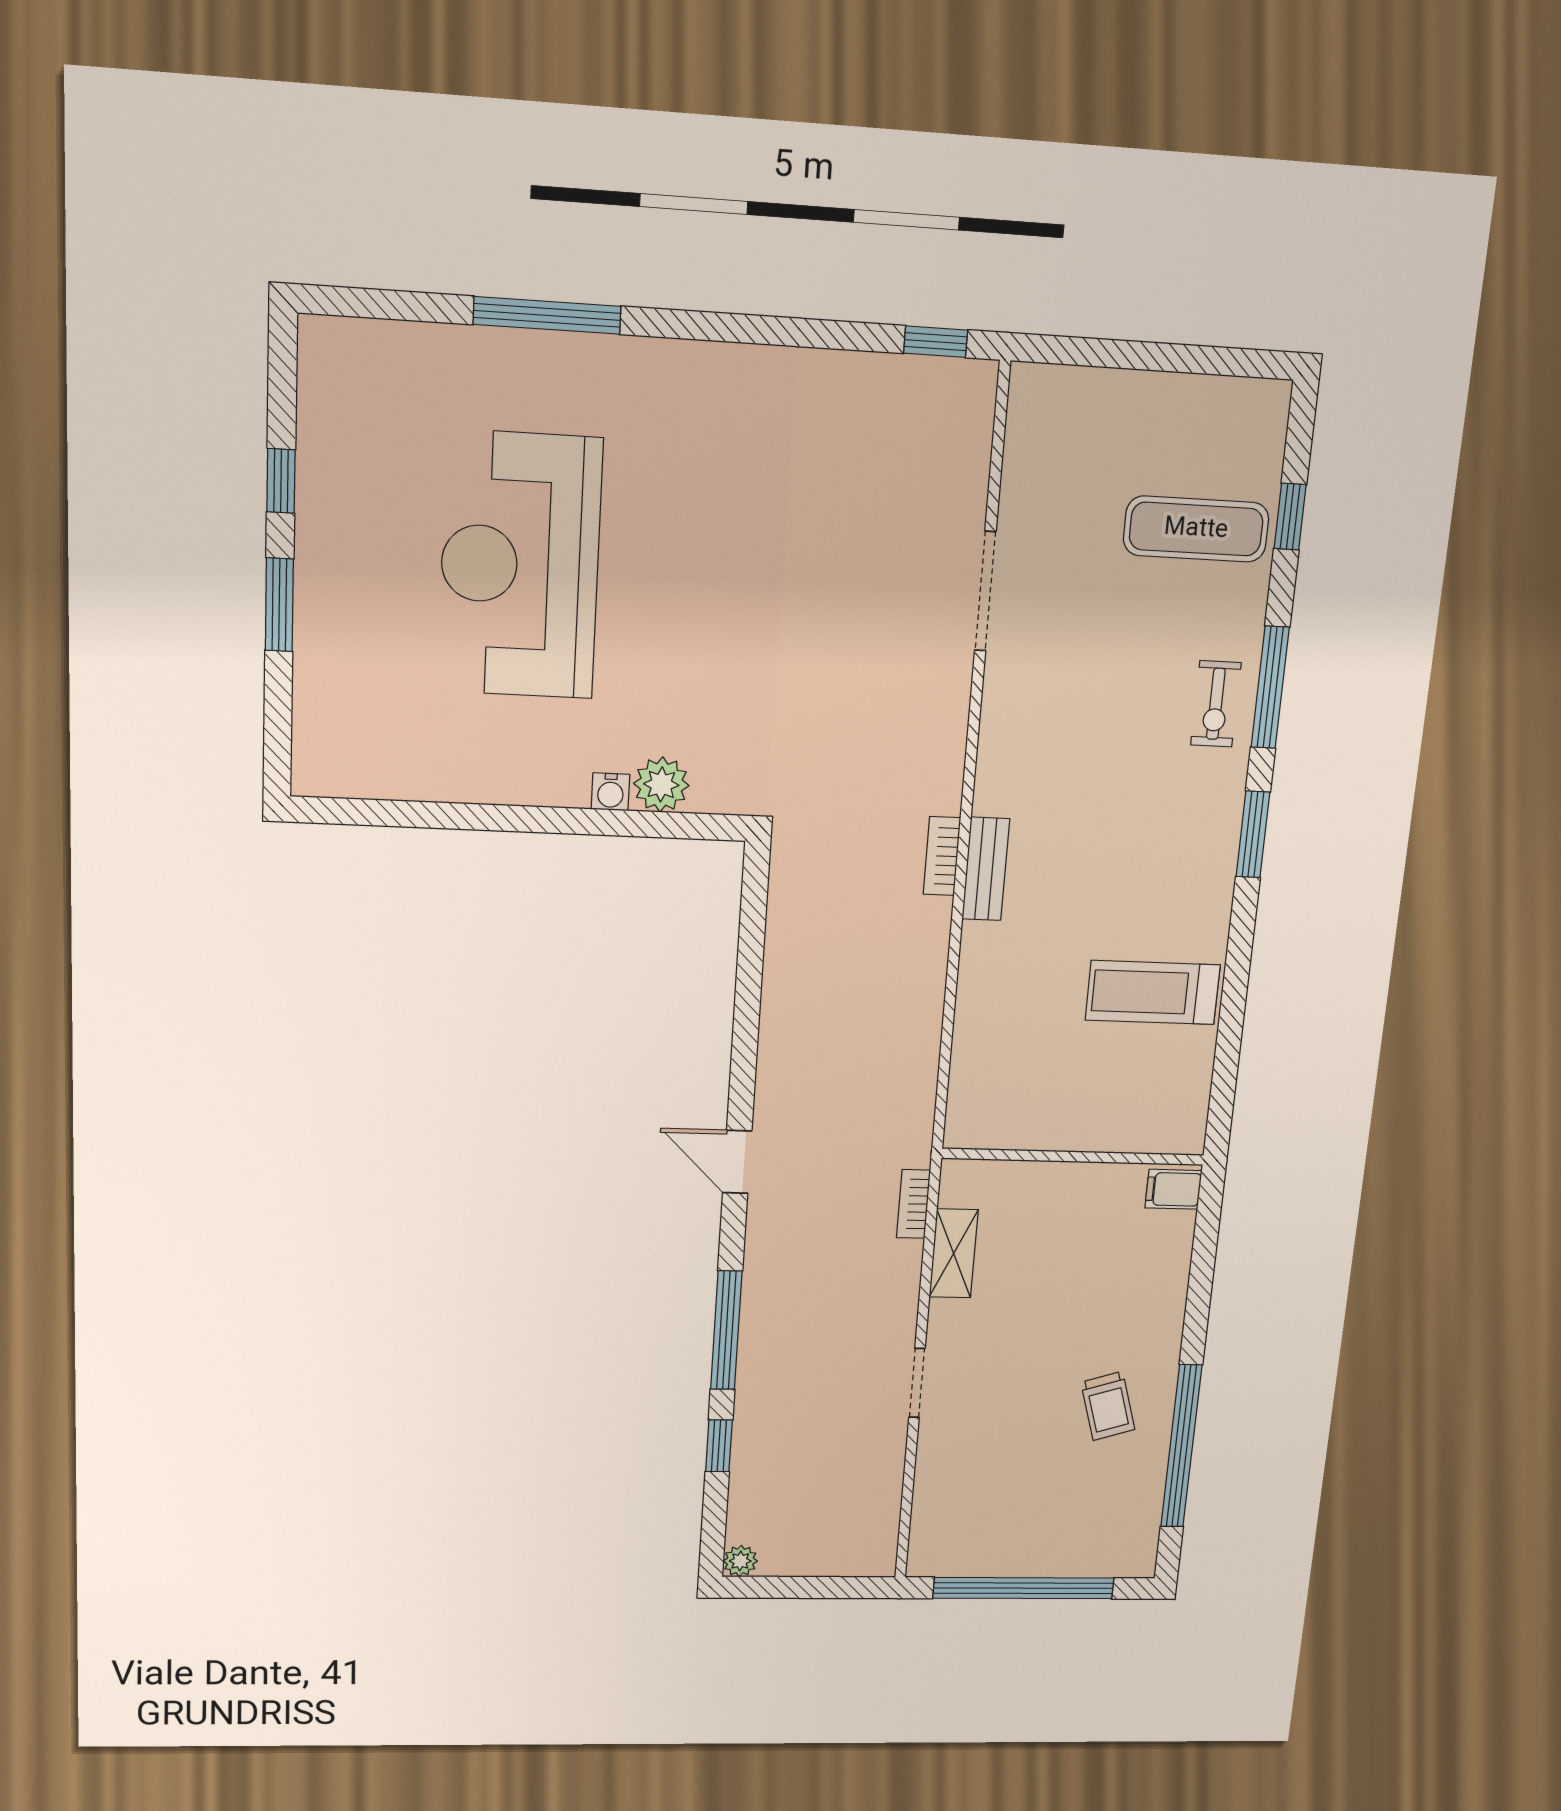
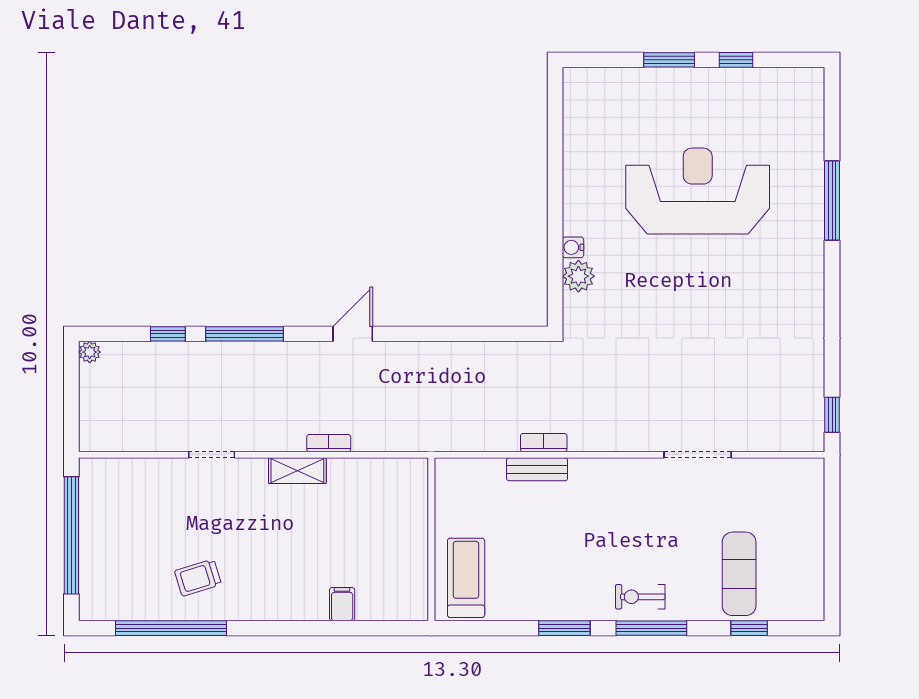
wall: (1073, 1157) -> (431, 539), moved

